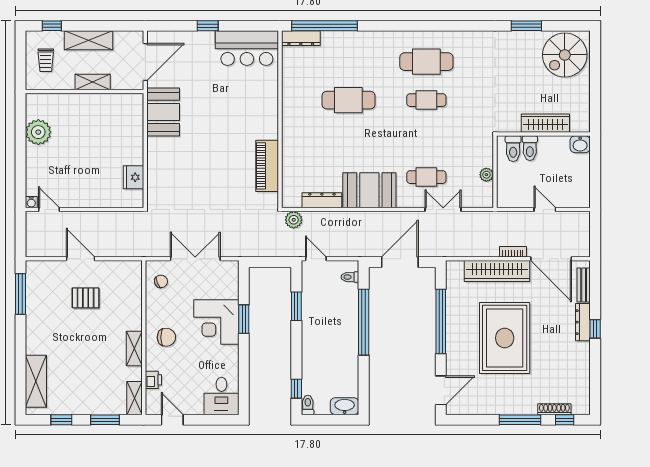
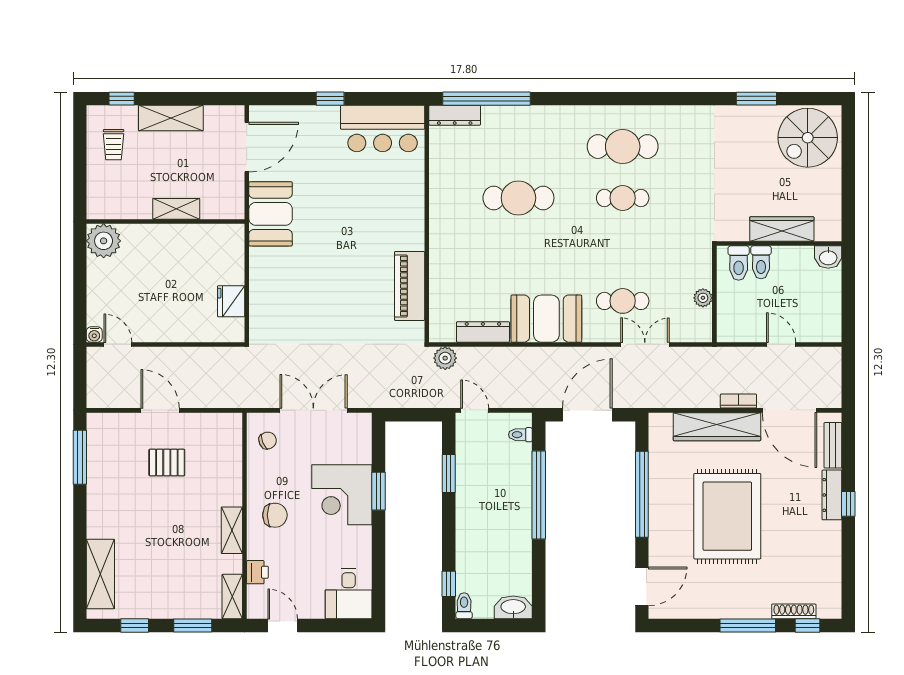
shelving: (93, 82) -> (176, 209), moved
wall: (85, 91) -> (165, 222), moved

